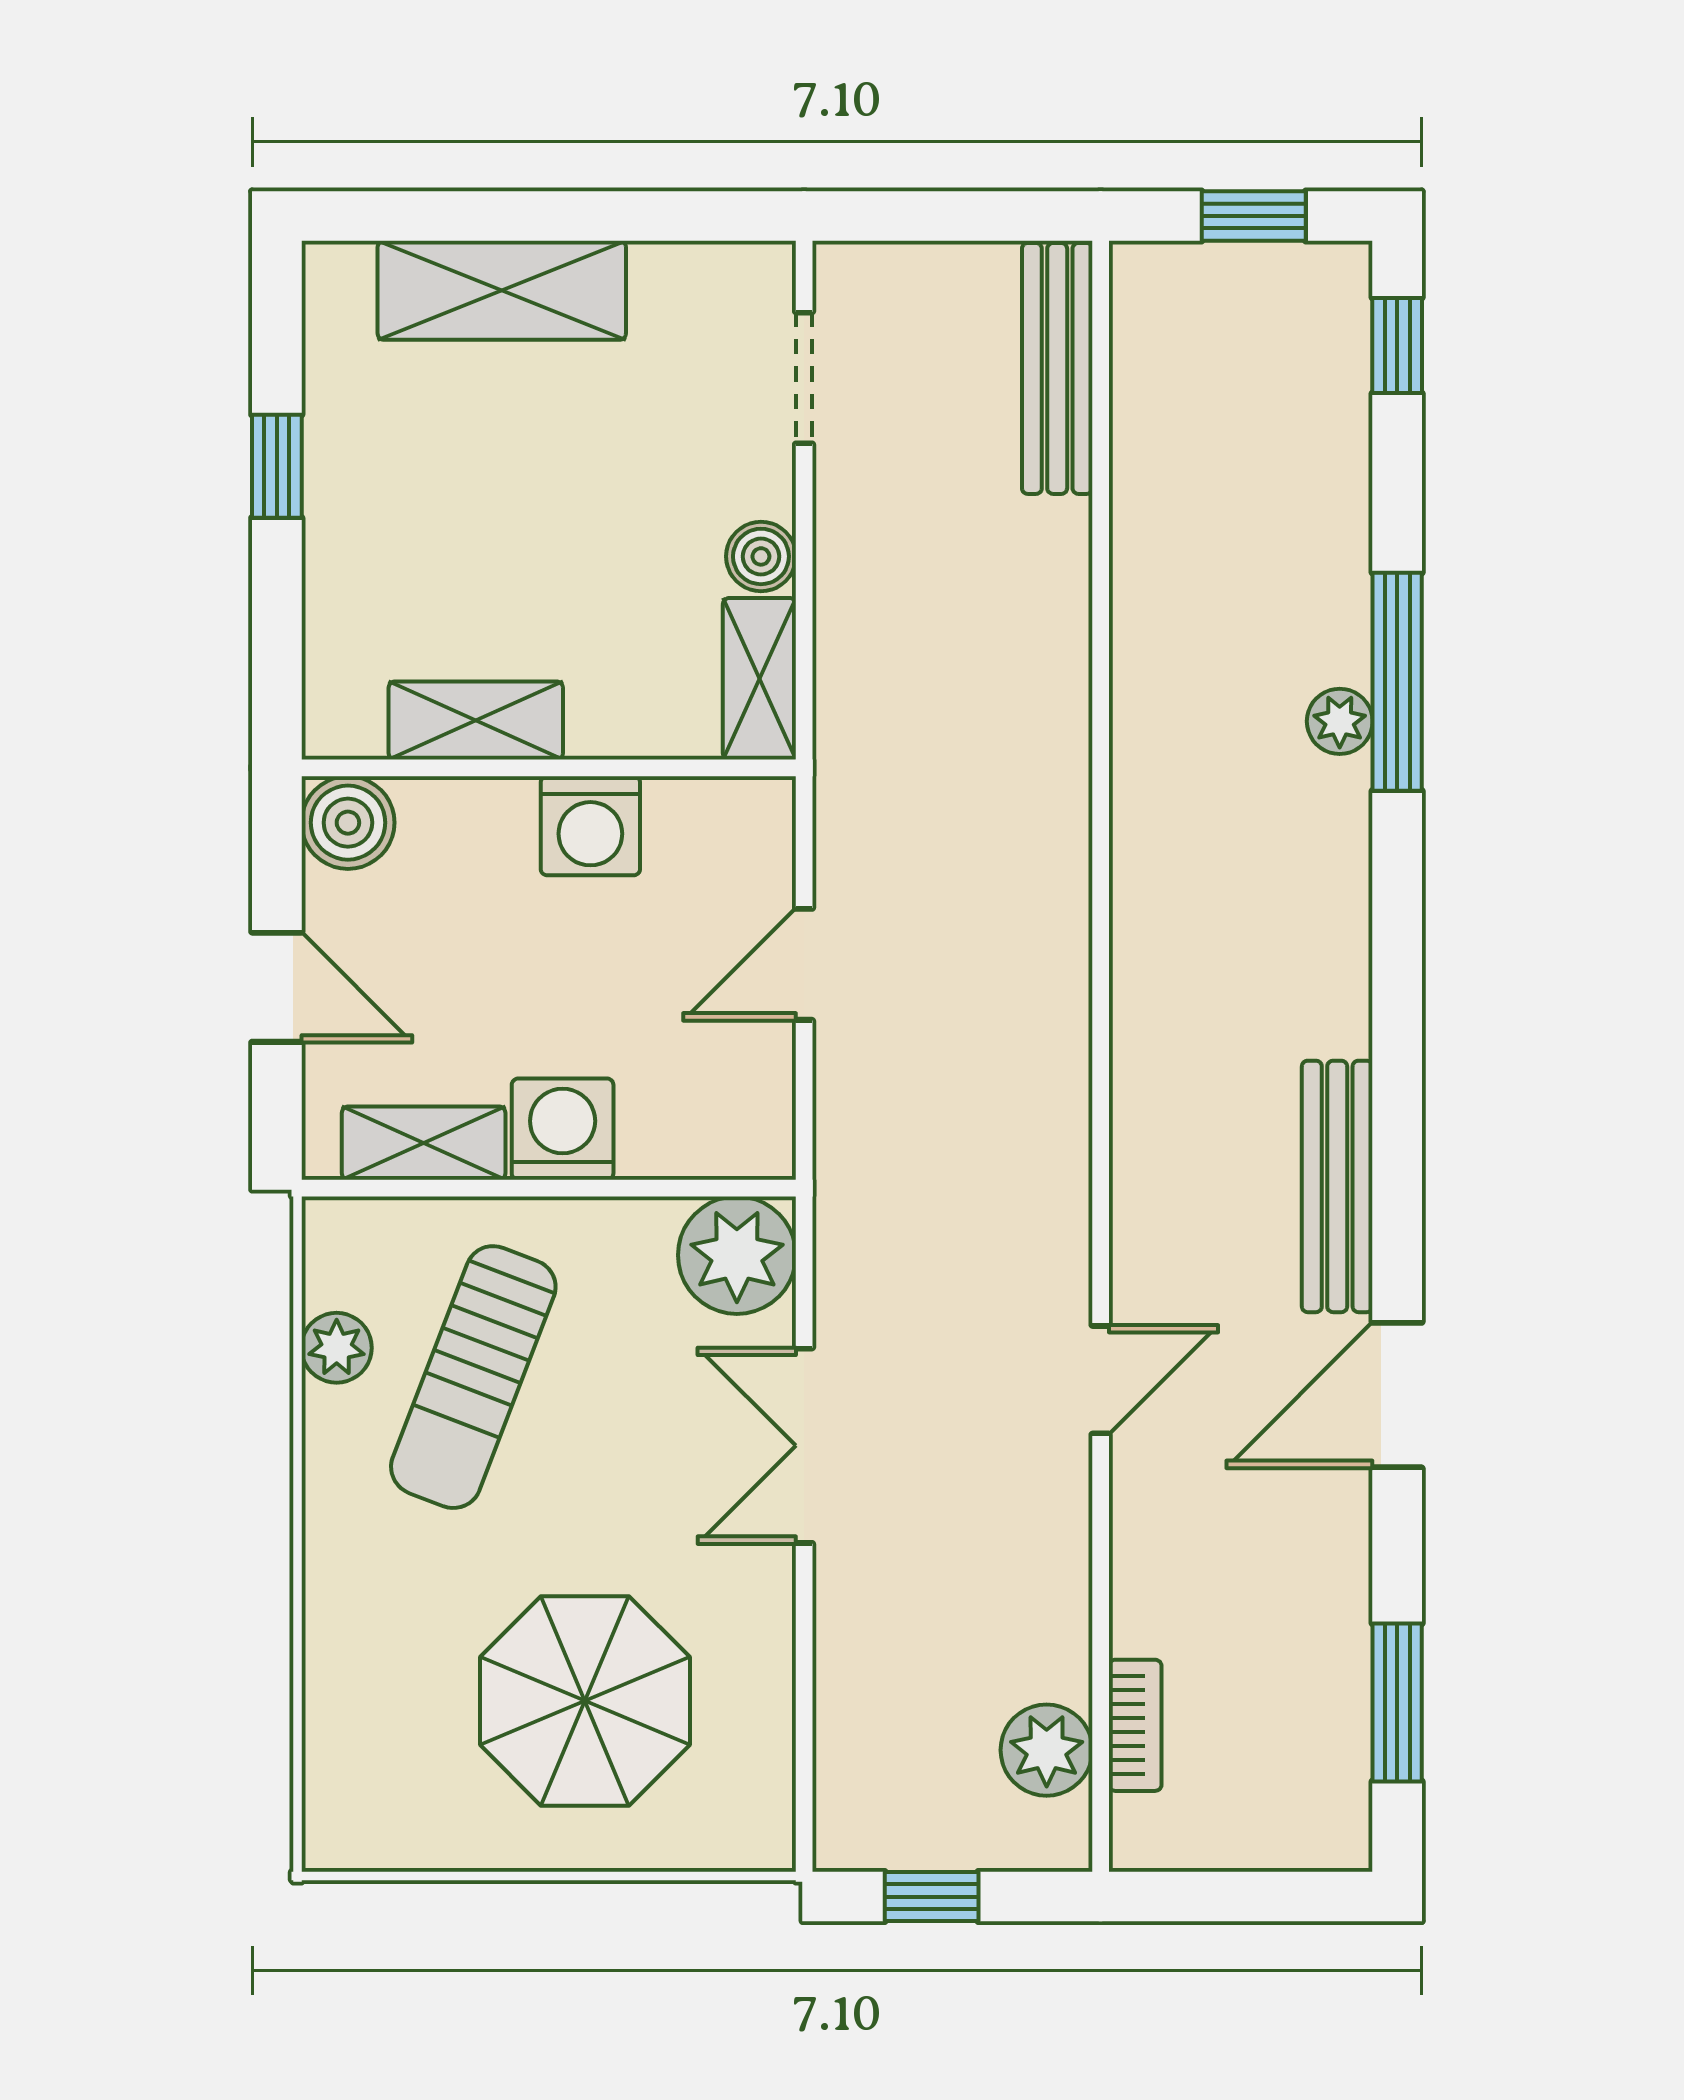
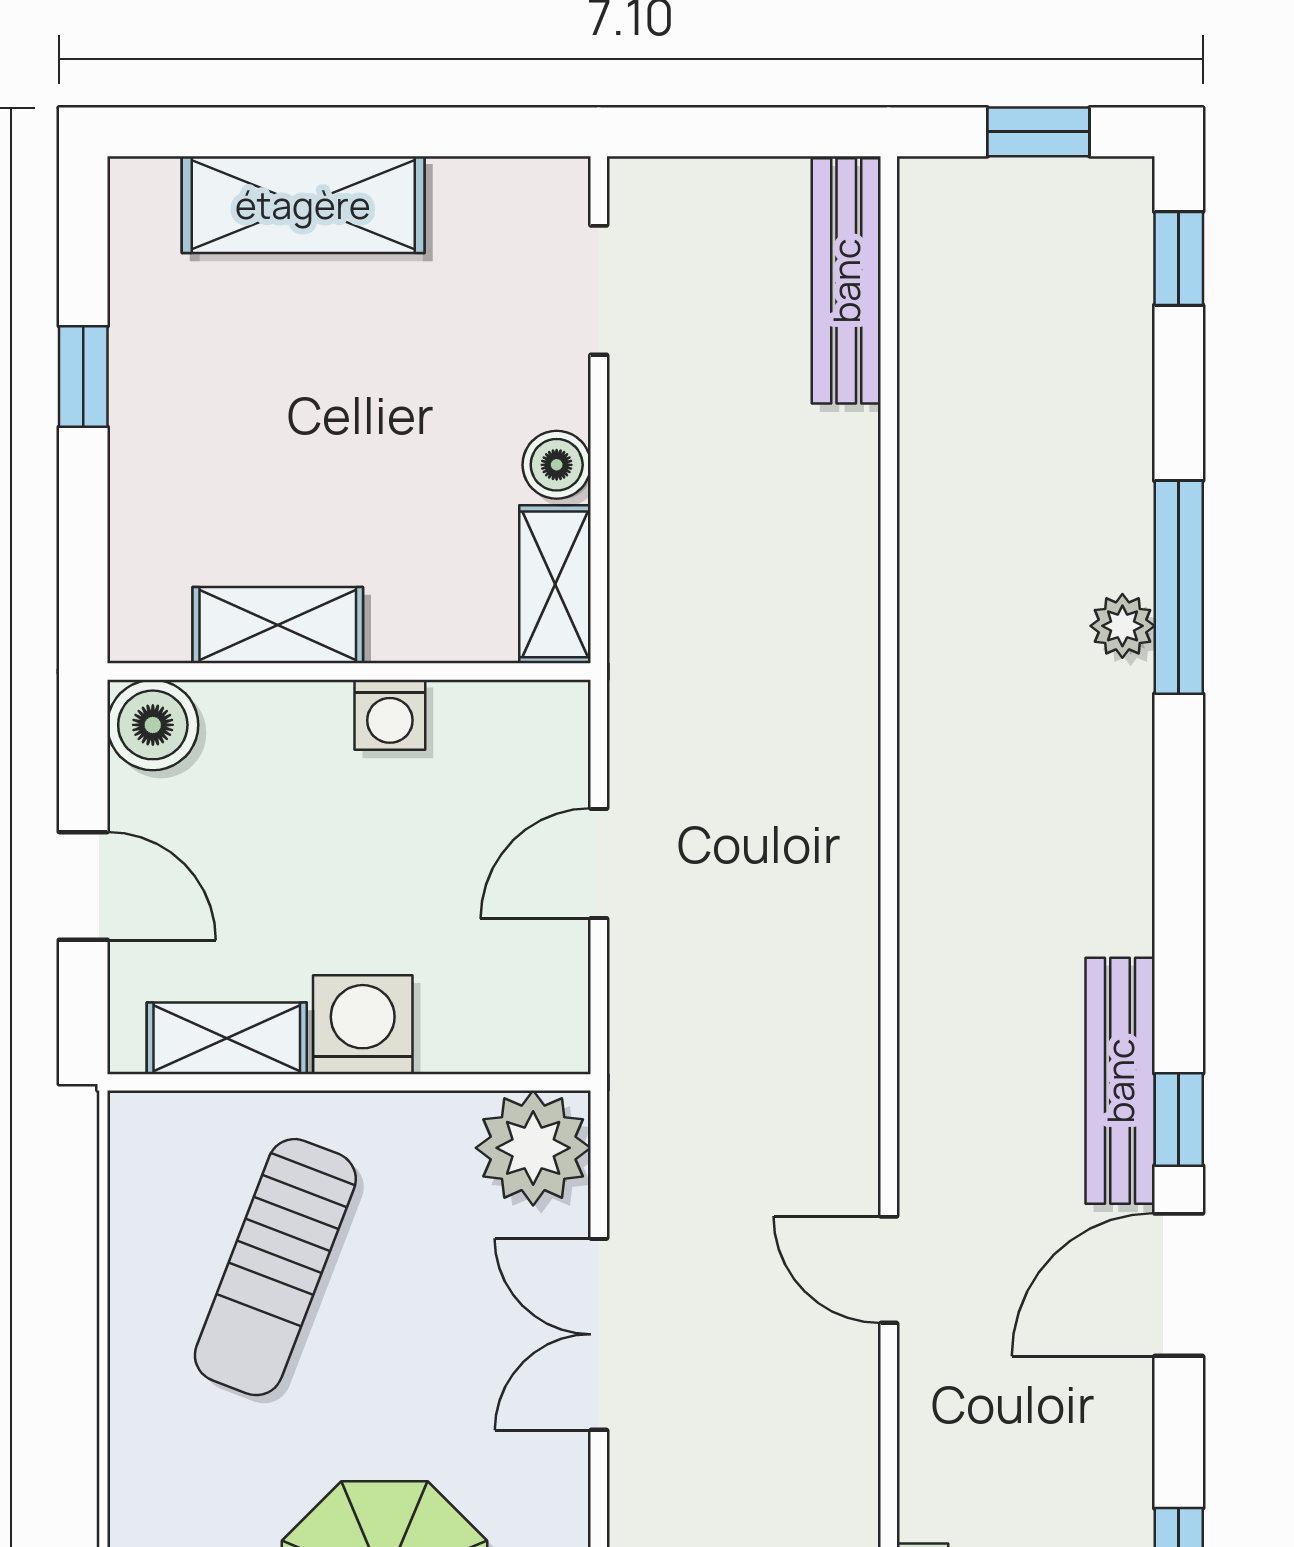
washing machine: (590, 826) -> (390, 715), width x0.73, depth x0.73
window: (1397, 1226) -> (1179, 1119), added
plant: (337, 1348) -> (142, 1238), removed
door: (1101, 1380) -> (889, 1270), swing flipped

